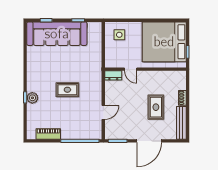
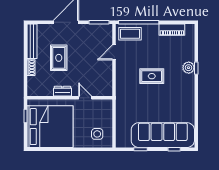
dresser: (113, 75) -> (62, 91), moved
coffee table: (88, 130) -> (130, 34), added

